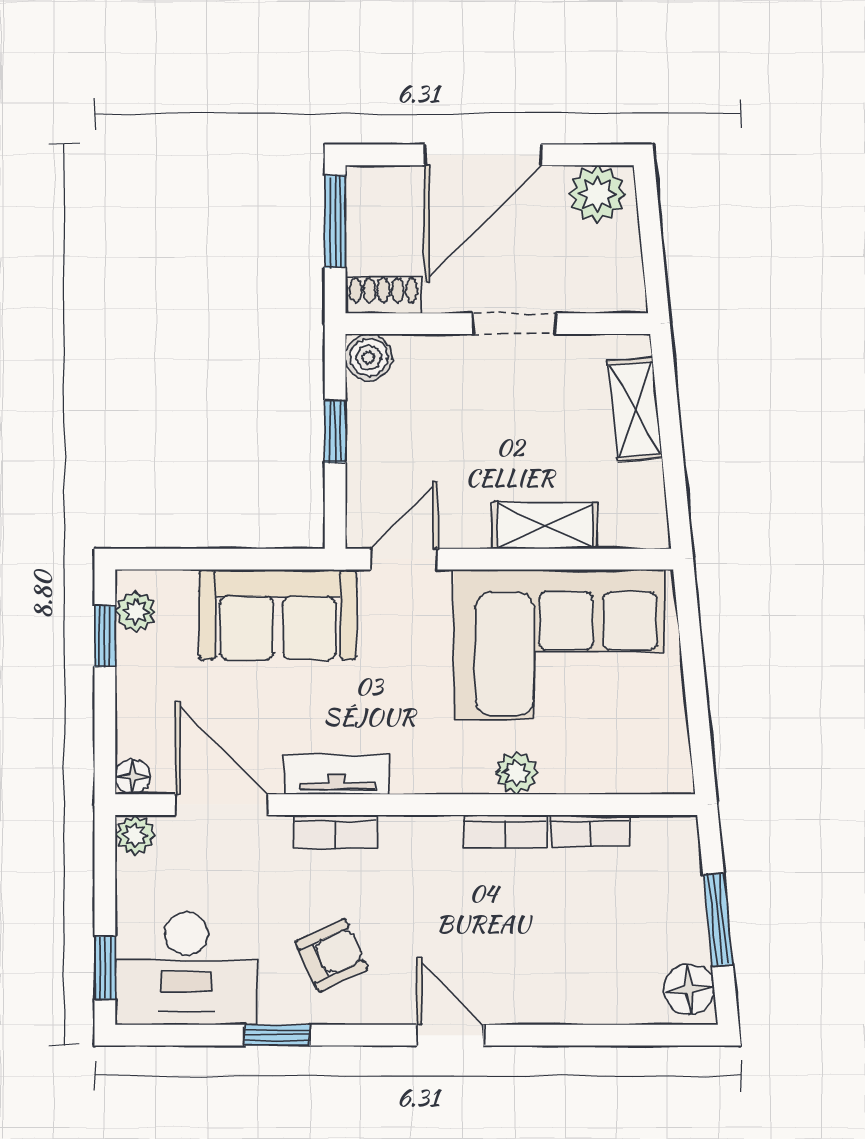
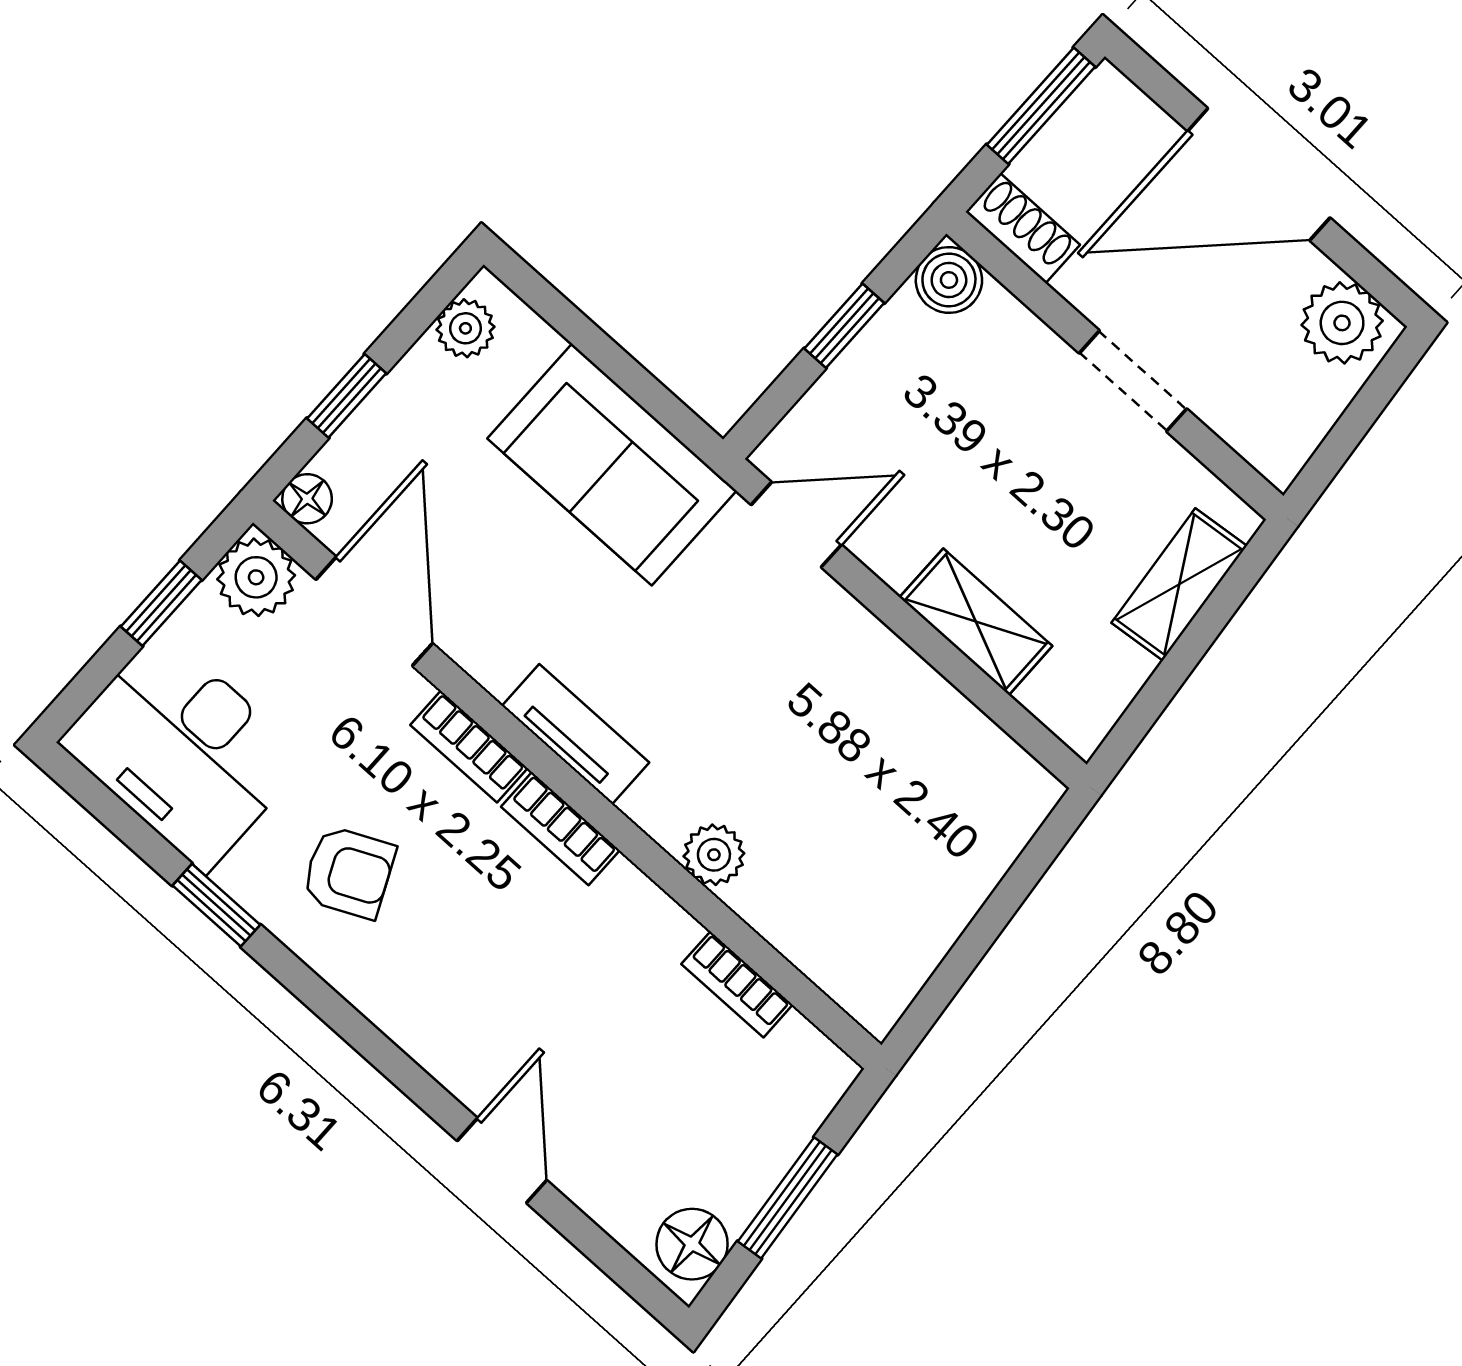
window: (105, 636) -> (347, 396), moved
corner sofa: (559, 644) -> (879, 760), removed
tv unit: (337, 774) -> (576, 734), moved
bookcase: (505, 832) -> (560, 829), moved
plant: (135, 835) -> (256, 577), width x1.38, depth x1.38
window: (105, 968) -> (161, 603), moved
door: (450, 1035) -> (502, 1160), moved

